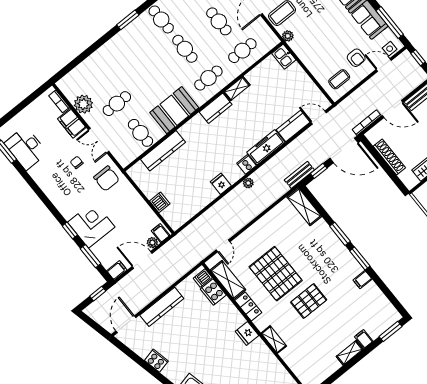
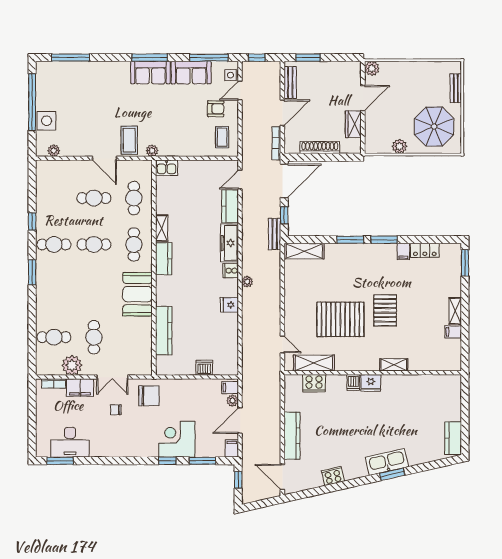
cafe table: (141, 133) -> (54, 337), moved
dishwasher: (203, 278) -> (353, 383), moved
locker: (248, 307) -> (425, 250), moved, turned 180
filing cabinet: (364, 339) -> (453, 332), moved

